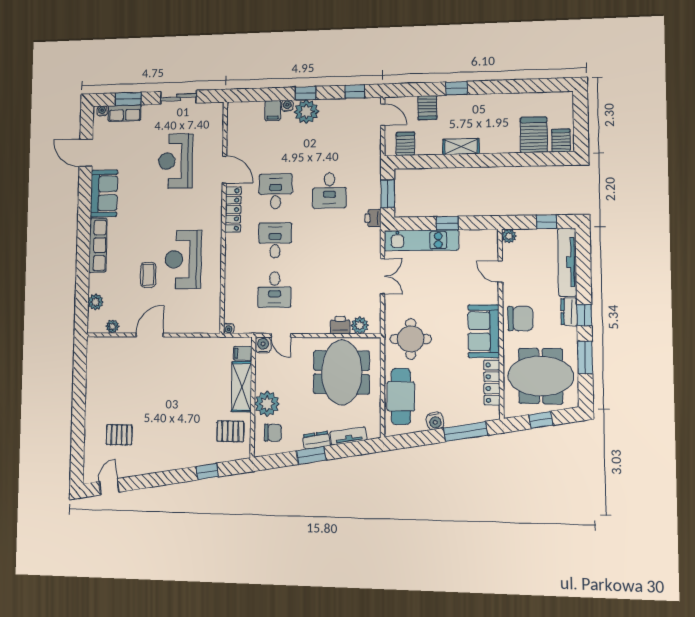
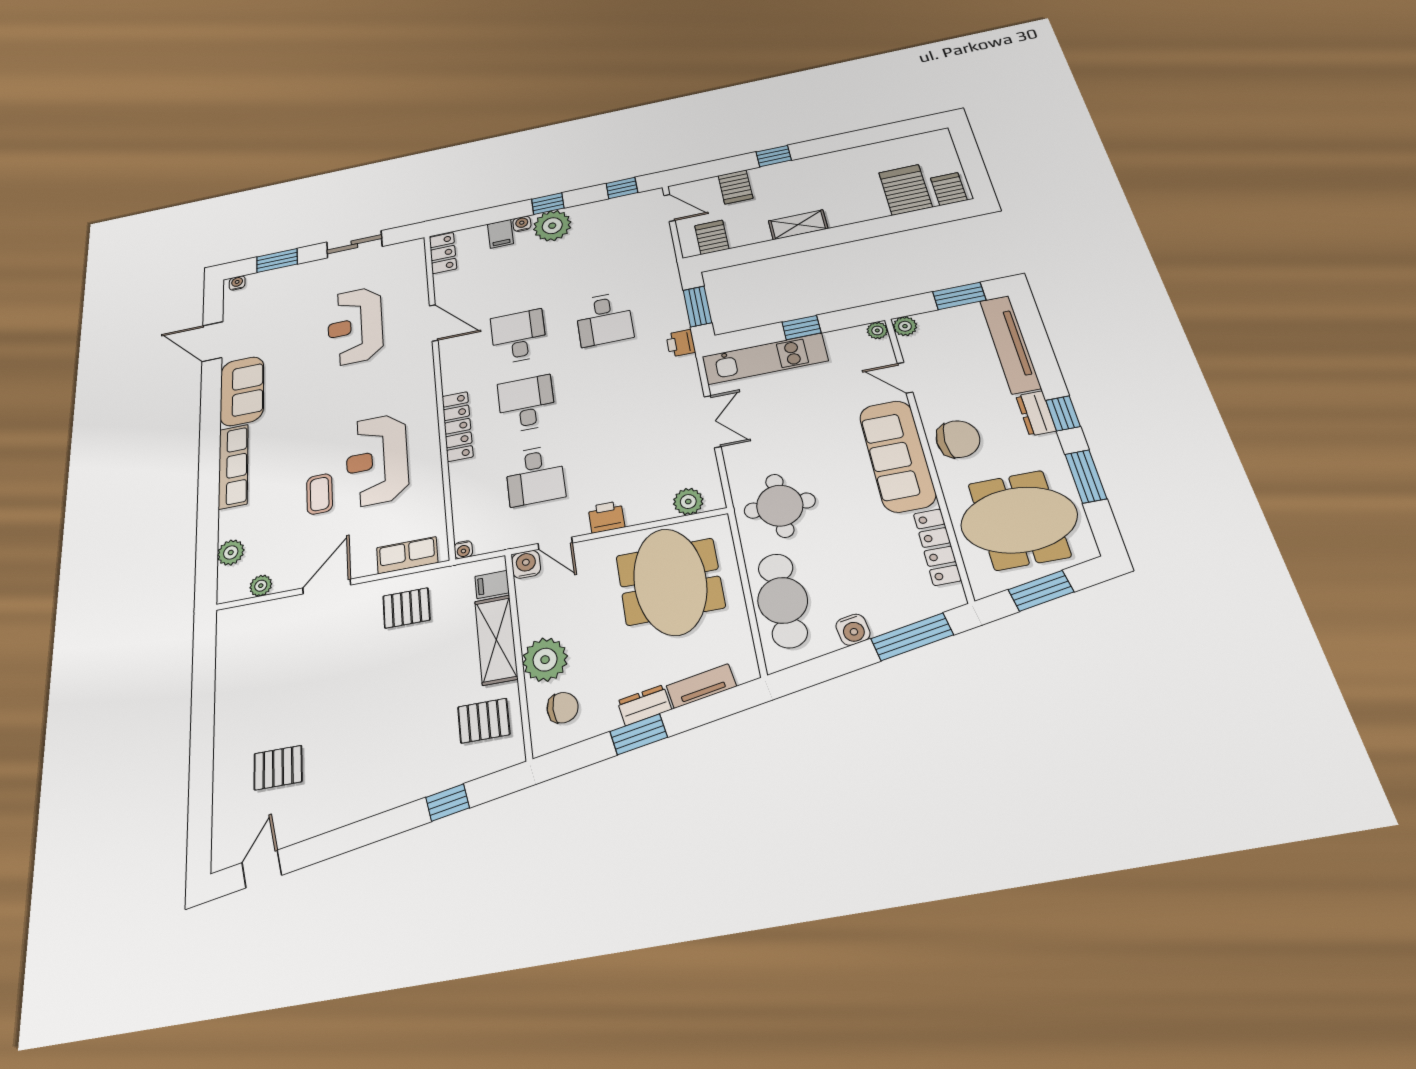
row of seats: (125, 113) -> (407, 555), moved, turned 180
locker: (235, 117) -> (443, 253), added
locker: (233, 210) -> (457, 426), moved
window: (547, 222) -> (959, 296), width x1.50
plant: (492, 235) -> (877, 330), added
printer: (340, 325) -> (606, 517), moved
sofa: (484, 331) -> (897, 456), width x1.36
pallet: (194, 357) -> (406, 608), added
window: (541, 420) -> (1041, 591), width x1.50

